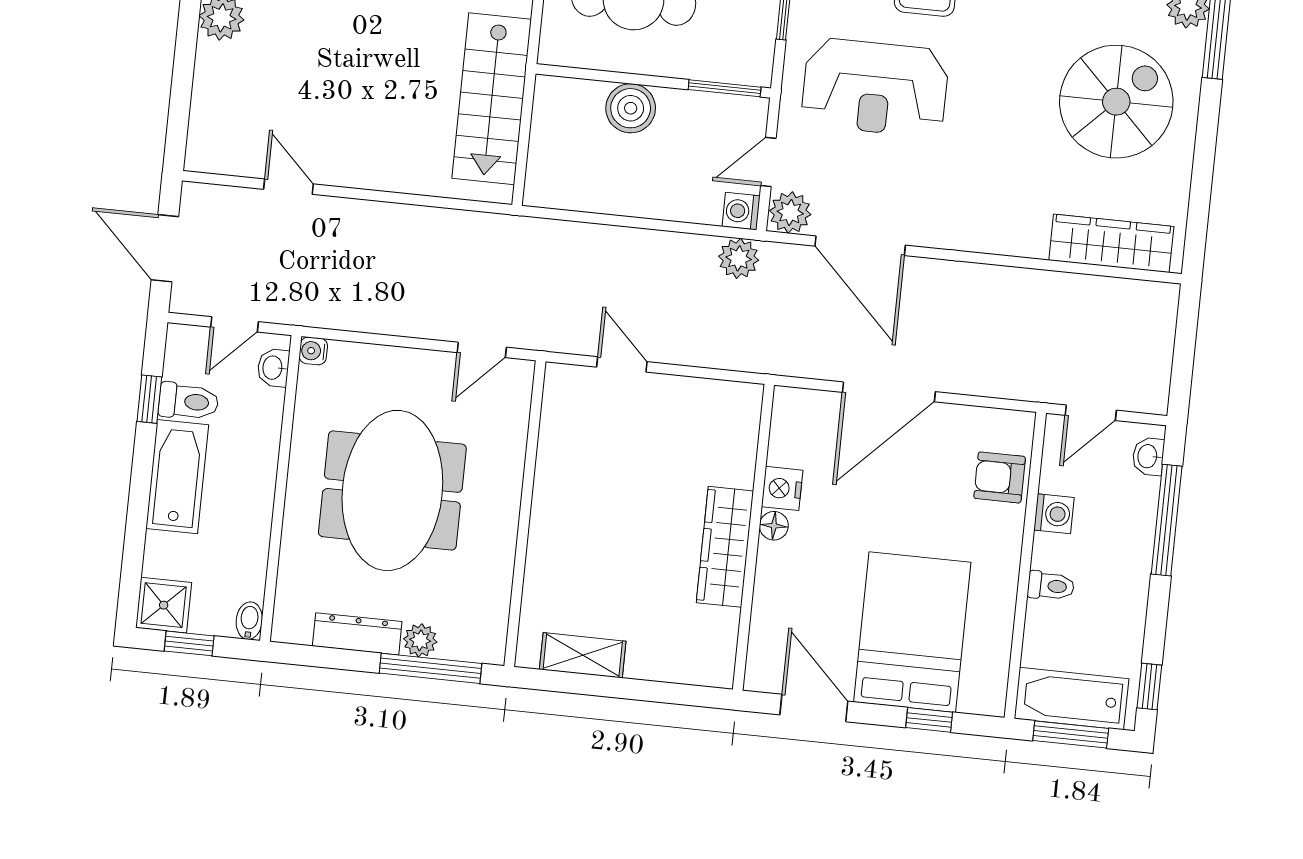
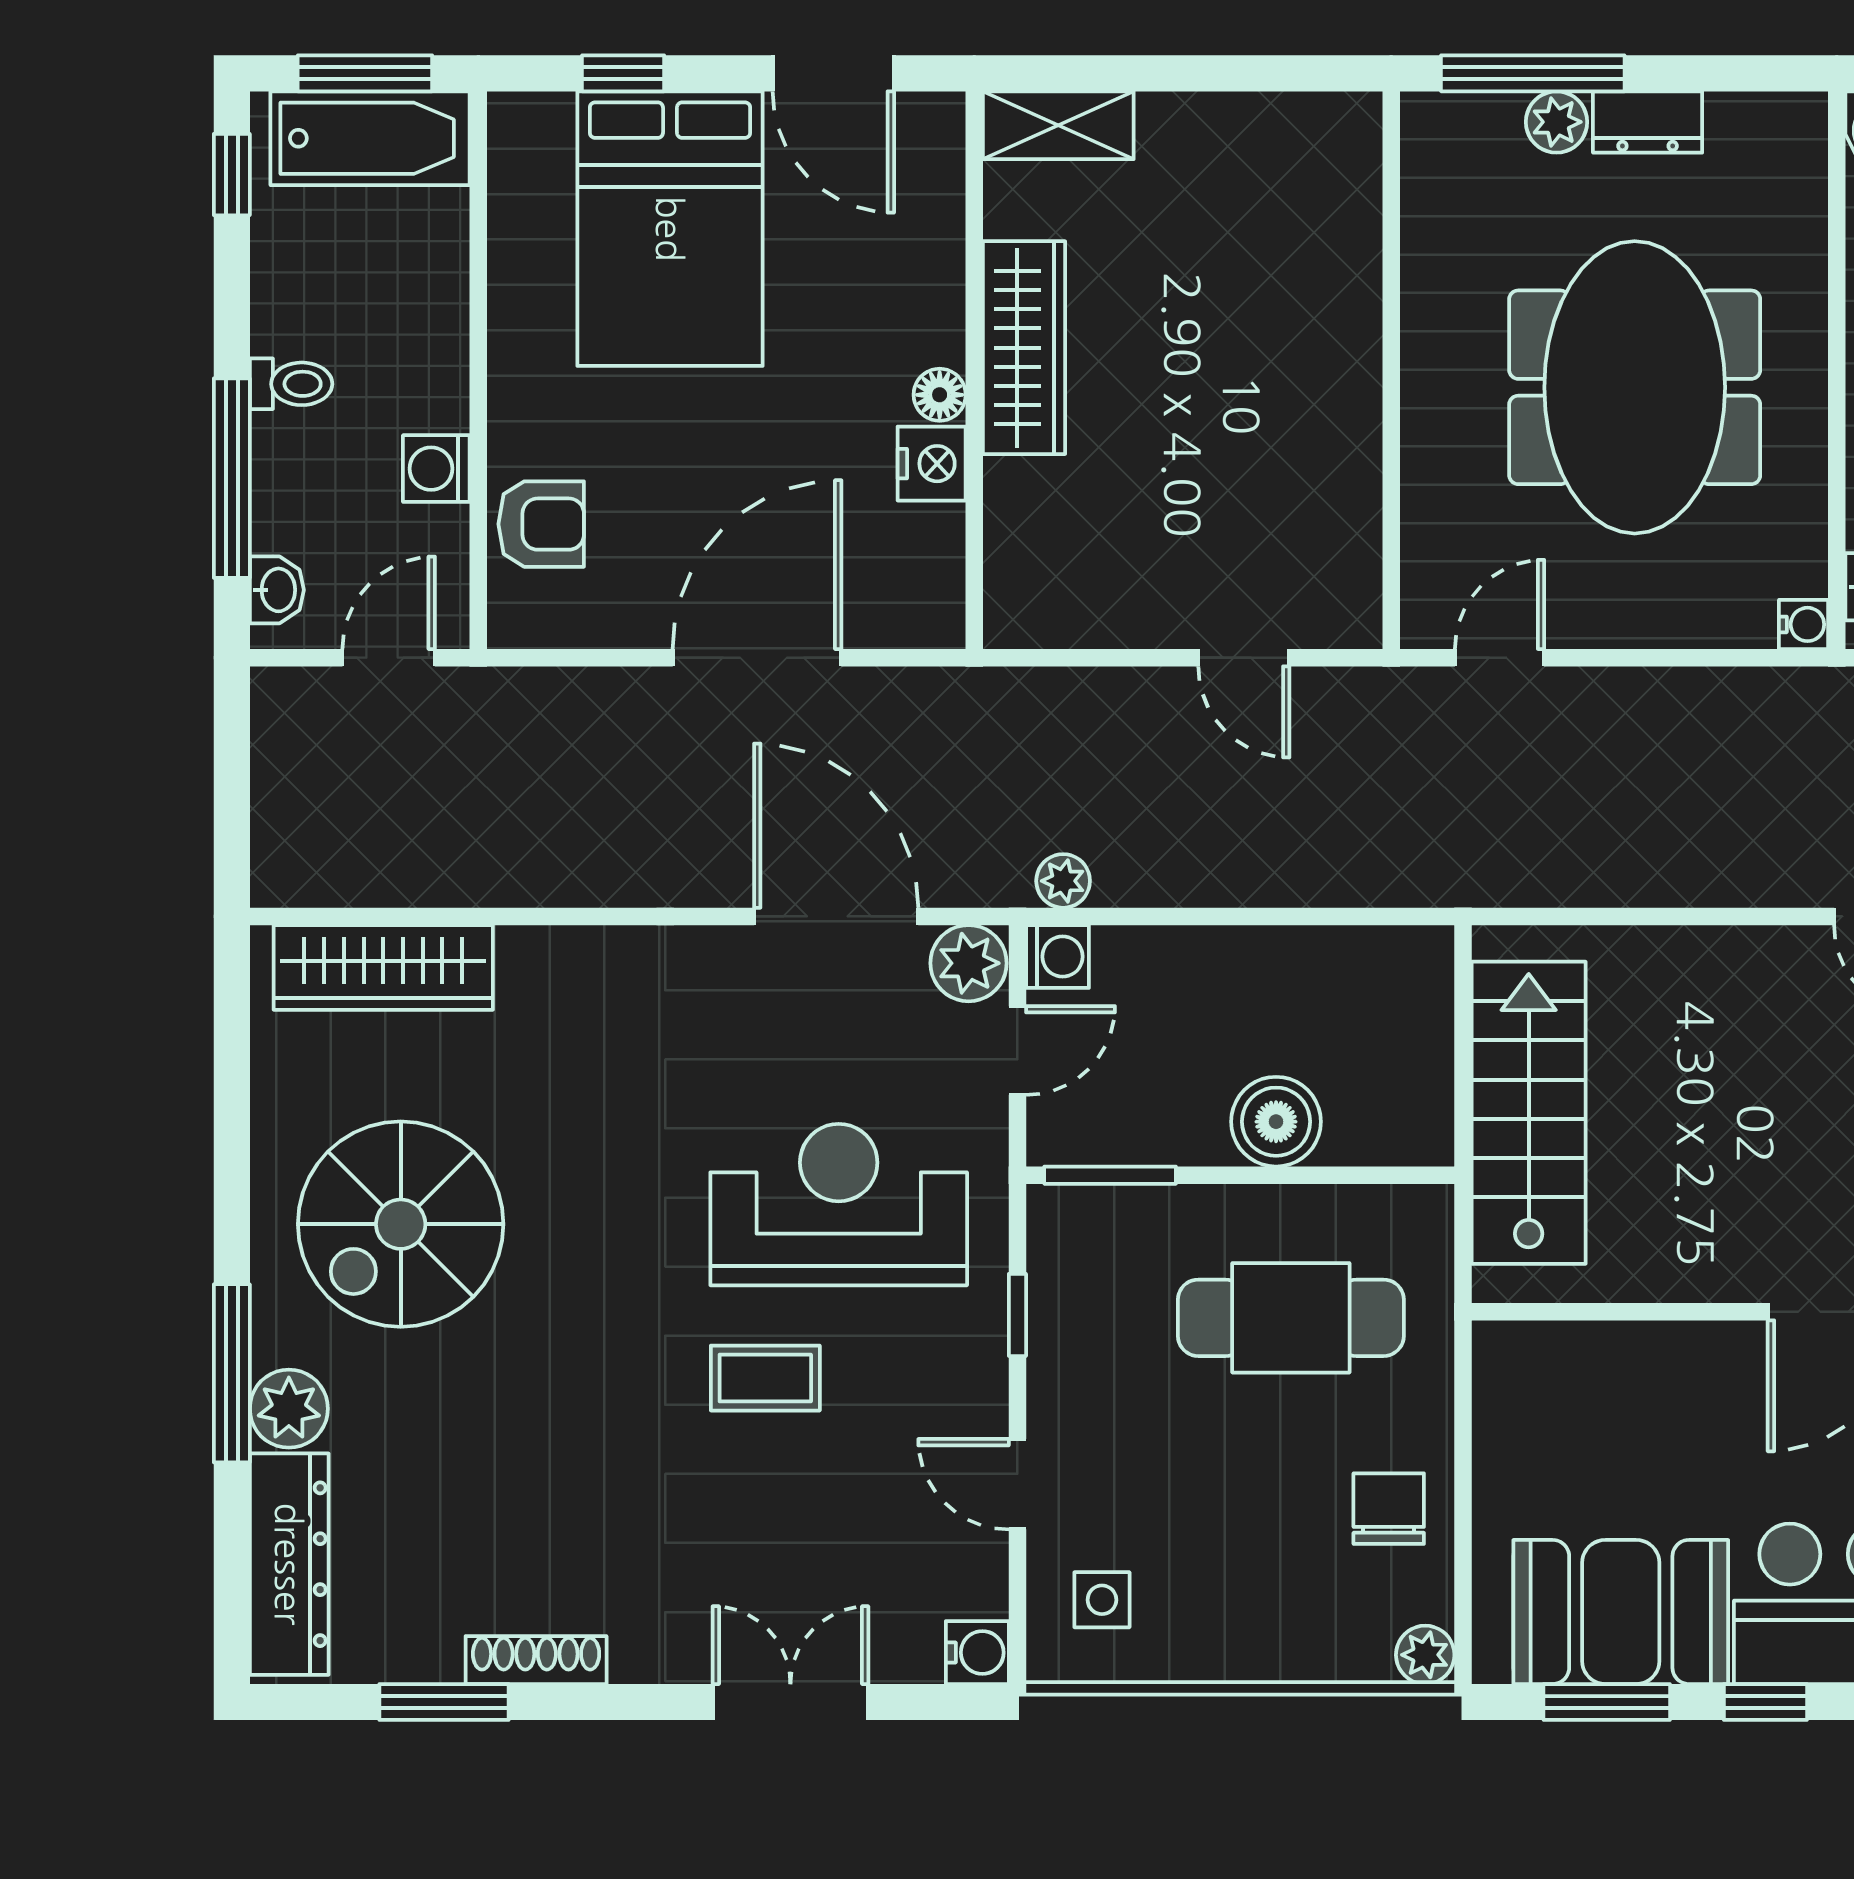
plant: (739, 258) -> (1063, 881), width x0.73, depth x0.73
toilet: (1051, 586) -> (291, 384), moved, turned 180
dresser: (357, 634) -> (1648, 122), width x0.70
shelving: (583, 655) -> (1058, 125), moved

